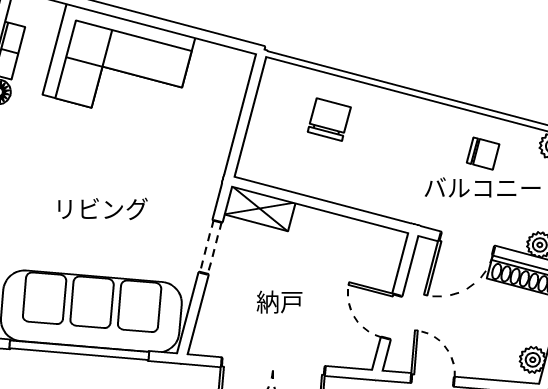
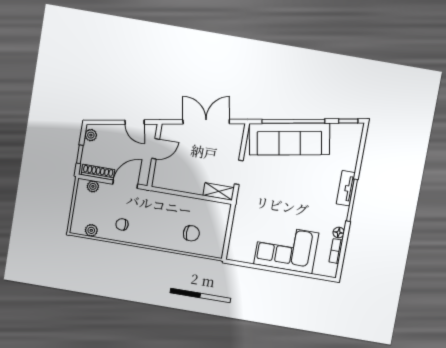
chair: (329, 120) -> (191, 233), turned -90
door: (392, 317) -> (156, 149), hinge flipped

